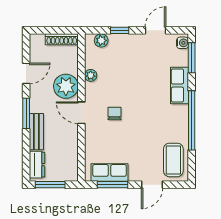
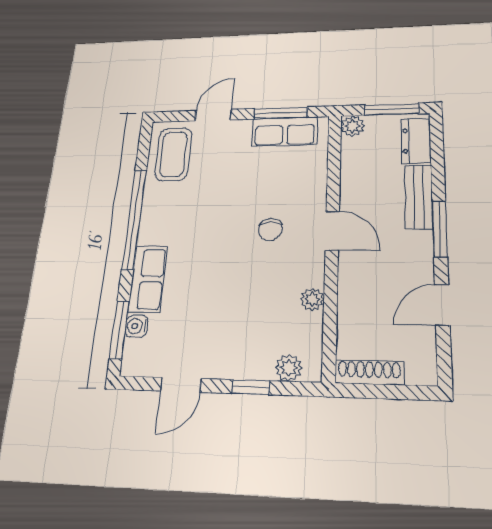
water cooler: (183, 43) -> (136, 326), moved
plant: (66, 86) -> (352, 126), moved, width x0.53, depth x0.53

